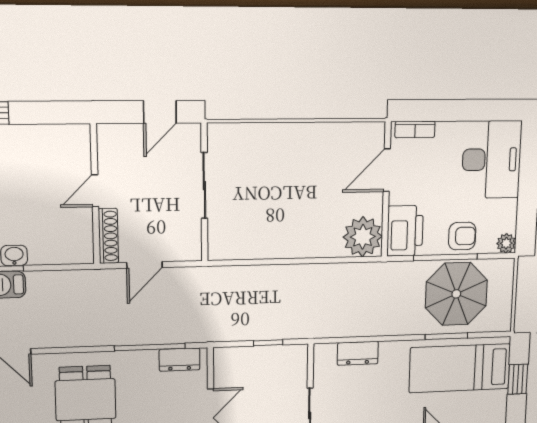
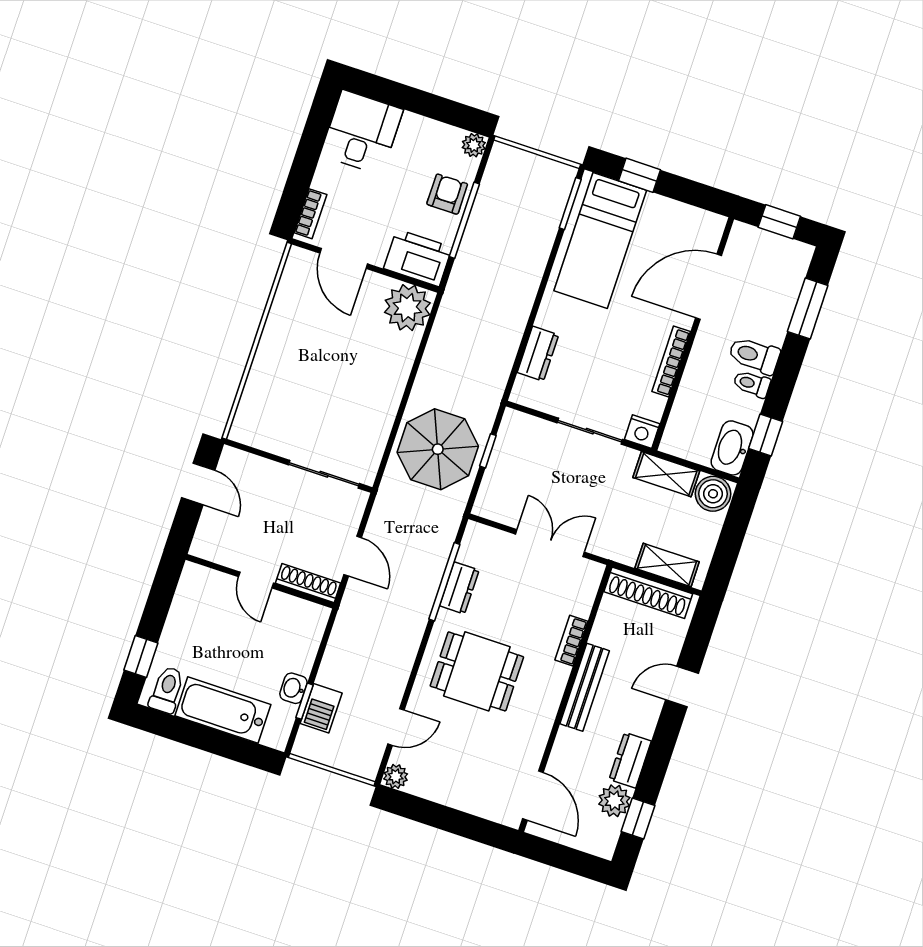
desk: (492, 160) -> (362, 132), width x0.73
sliding door: (204, 186) -> (324, 474), moved
parasol: (456, 294) -> (438, 449), moved
window: (446, 336) -> (570, 204), moved
dresser: (180, 360) -> (459, 588), moved

